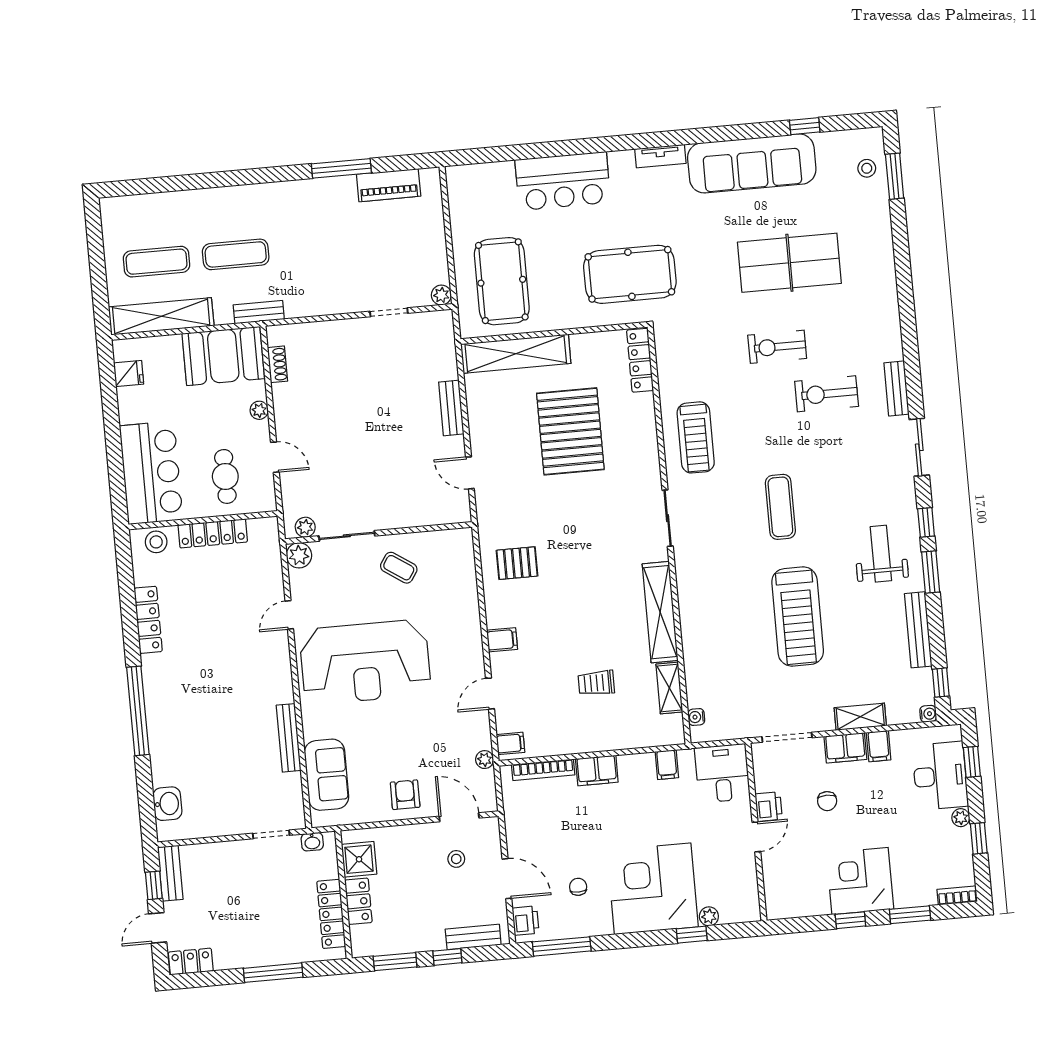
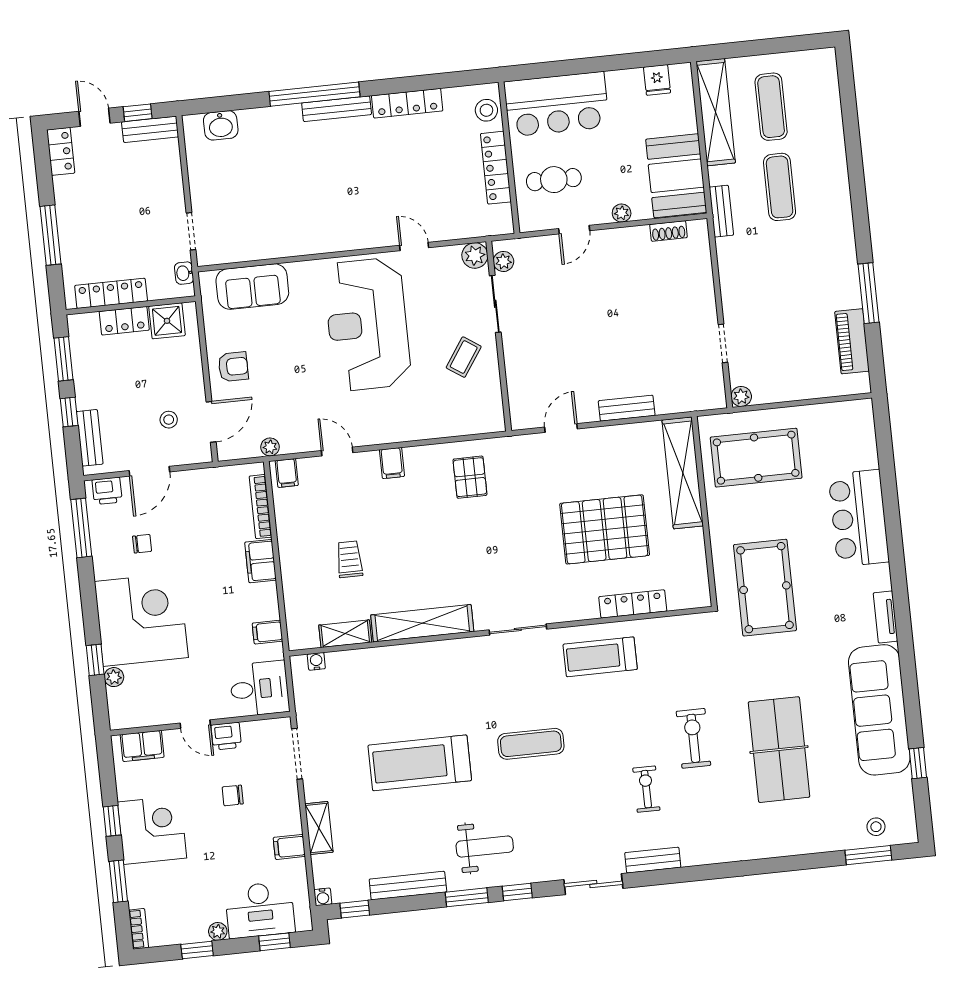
locker: (640, 360) -> (633, 604), moved
exercise bike: (827, 394) -> (646, 789), width x0.73, depth x0.72
bench: (289, 738) -> (337, 109), moved
filing cabinet: (845, 748) -> (142, 746), moved, turned -90

